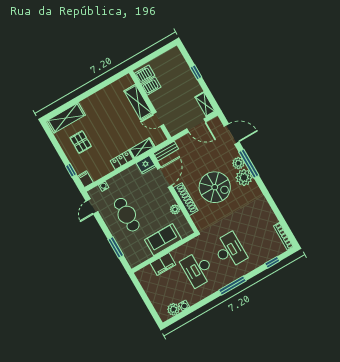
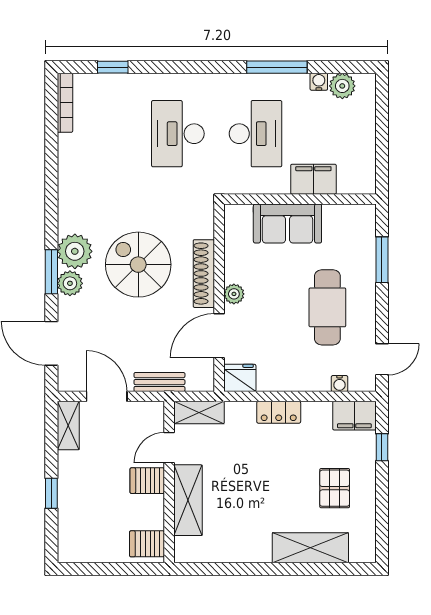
server rack: (151, 86) -> (147, 481), moved
shelving: (66, 118) -> (310, 548), moved
door: (158, 119) -> (169, 448), swing flipped
shelving: (142, 148) -> (199, 413), moved
bench: (166, 151) -> (159, 382), moved
window: (249, 164) -> (51, 272), width x0.69
filing cabinet: (85, 179) -> (354, 416), width x2.00
plant: (175, 209) -> (234, 294), moved
window: (232, 285) -> (277, 67), moved

